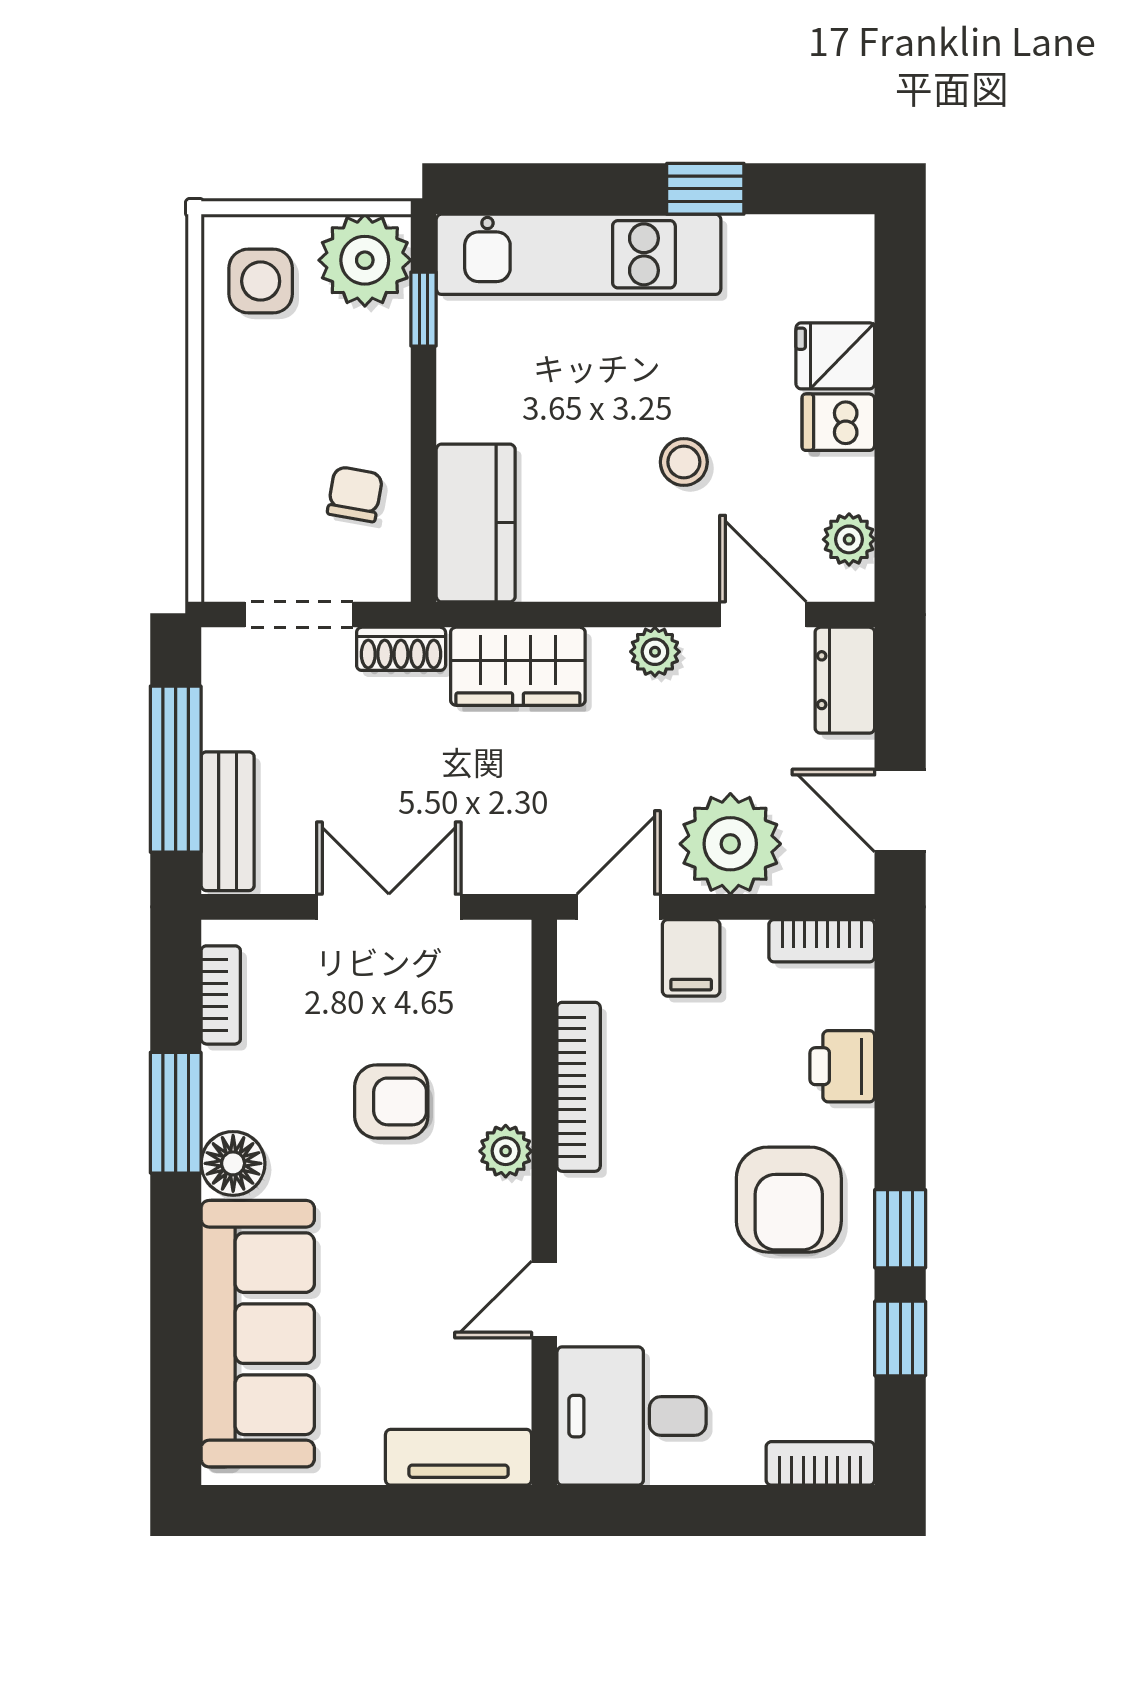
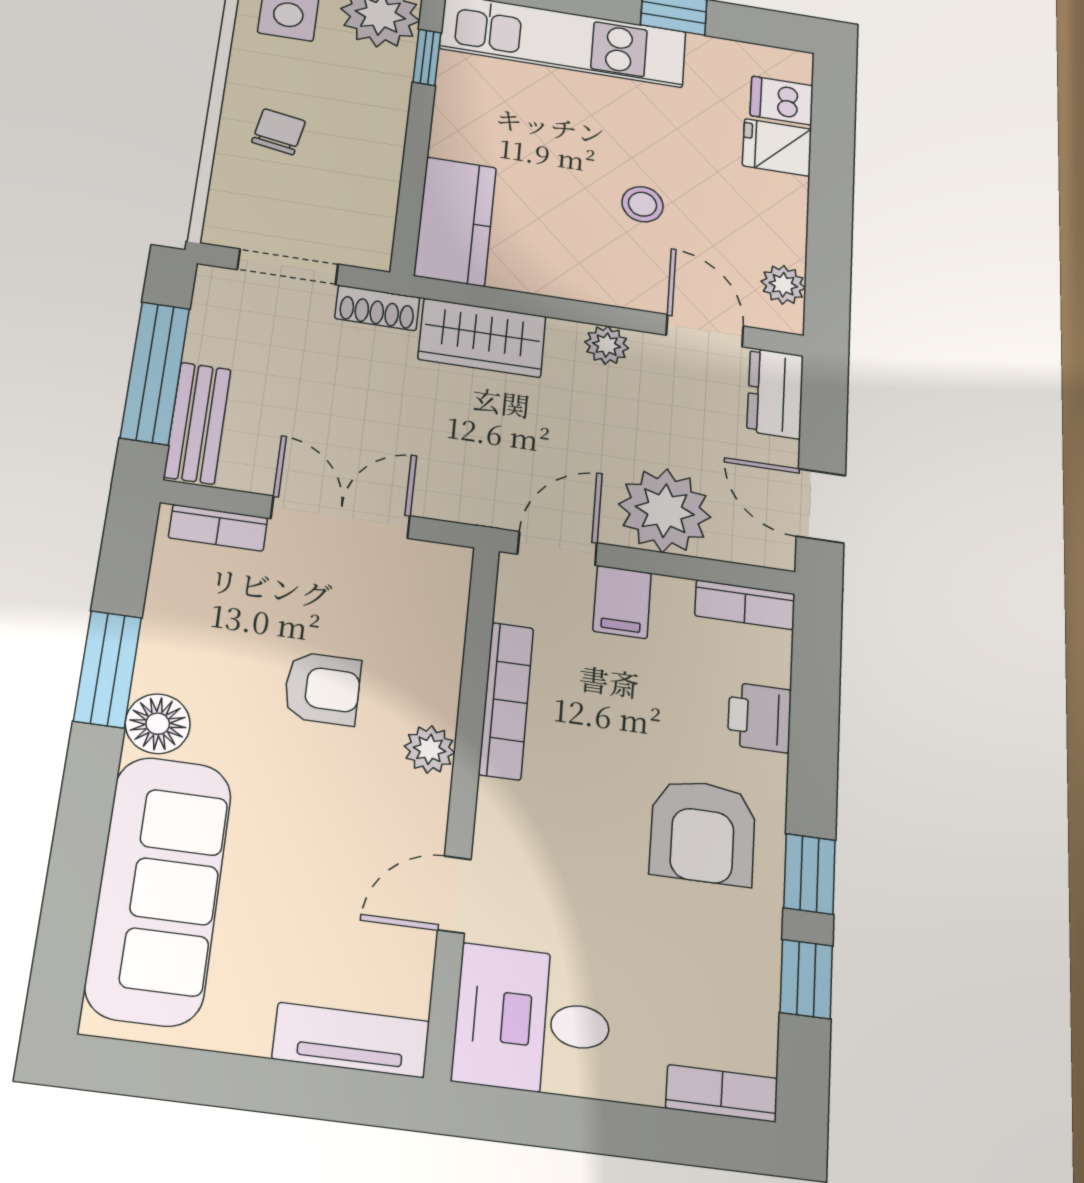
dishwasher: (838, 422) -> (782, 101), moved
chair: (355, 494) -> (279, 132), moved
bookcase: (221, 995) -> (218, 528), moved, turned 90

